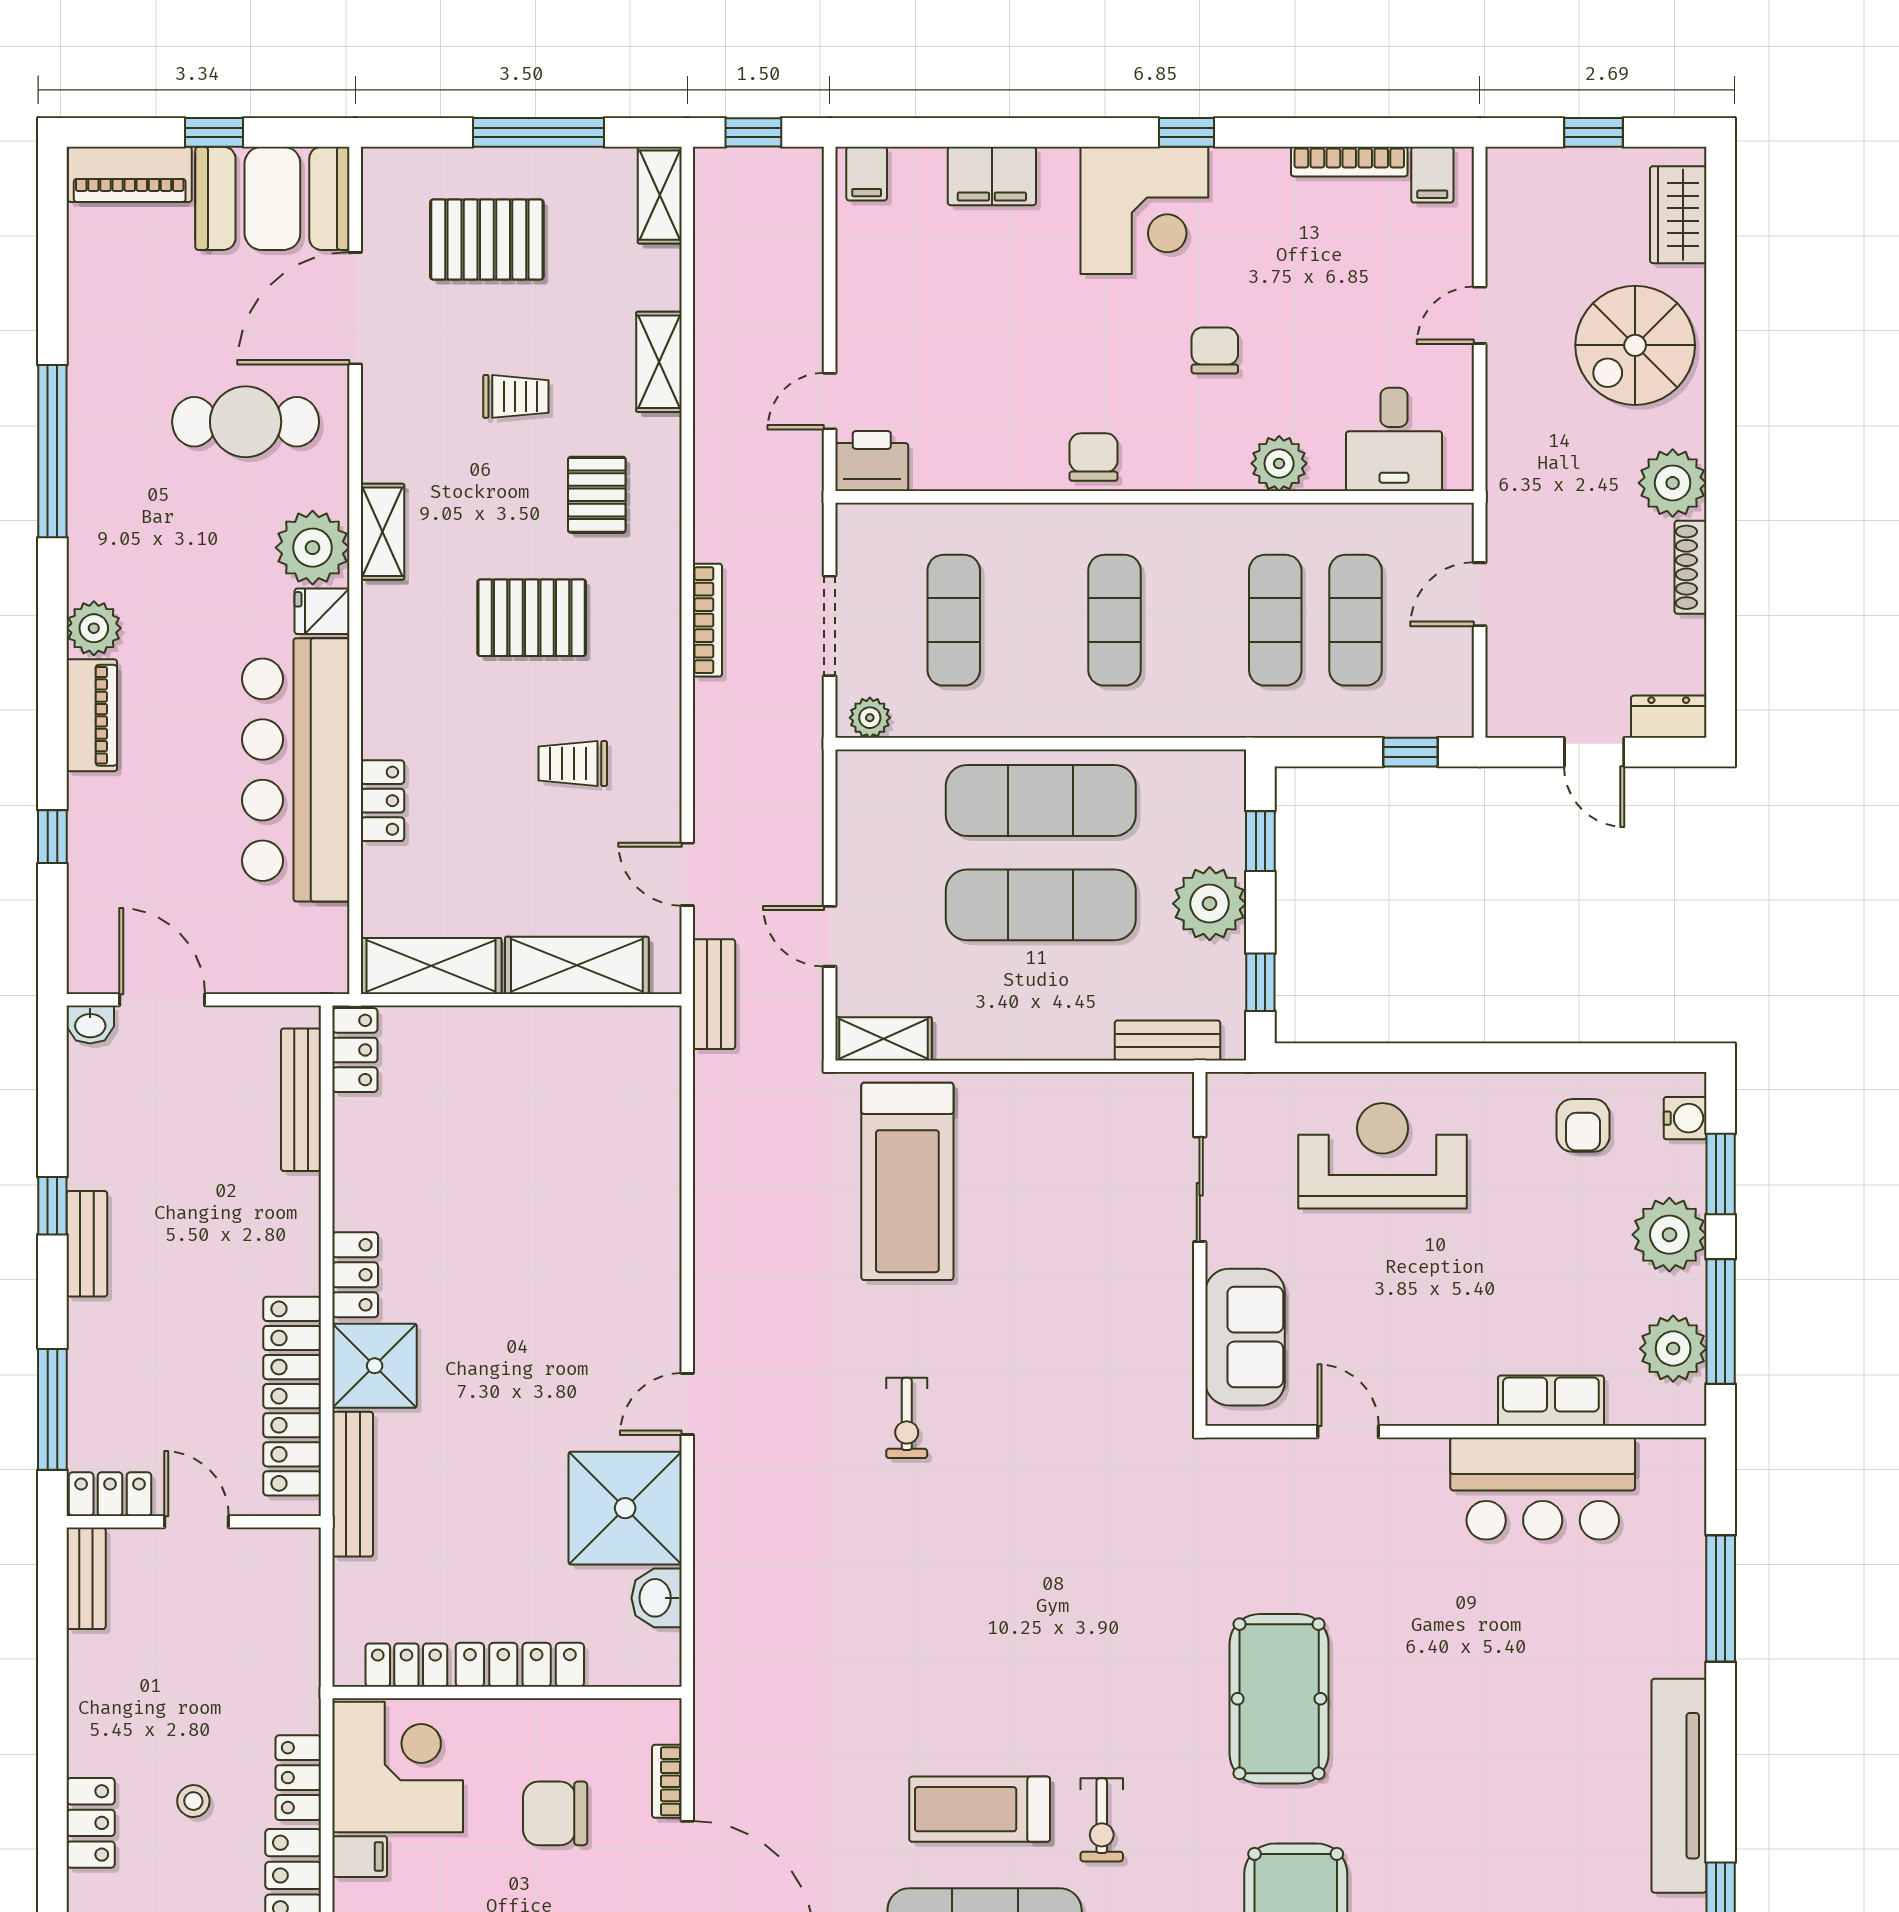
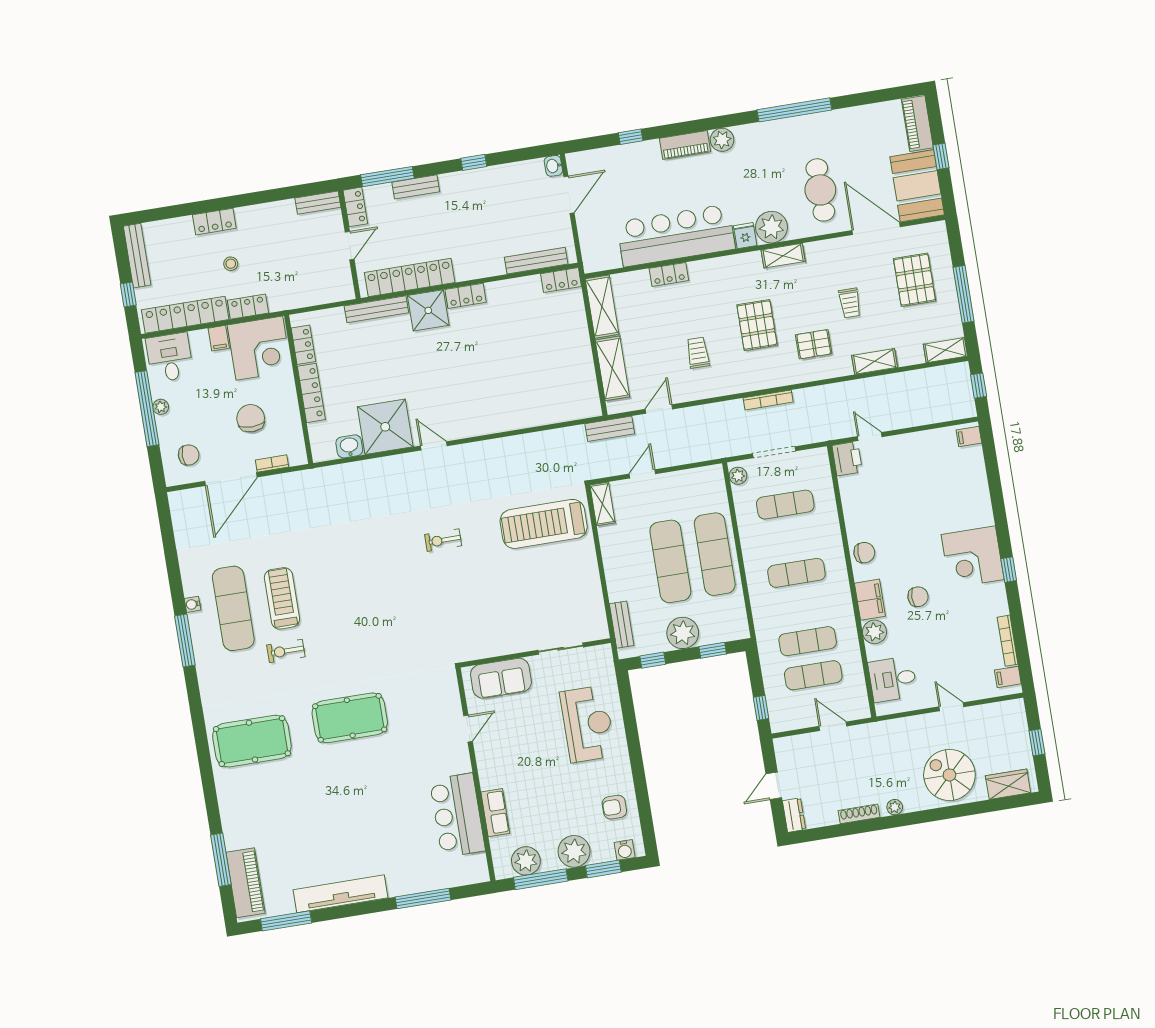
filing cabinet: (992, 176) -> (870, 600), moved, turned 180
plant: (1673, 483) -> (895, 807), width x0.53, depth x0.53
bench: (87, 1244) -> (416, 187), moved

